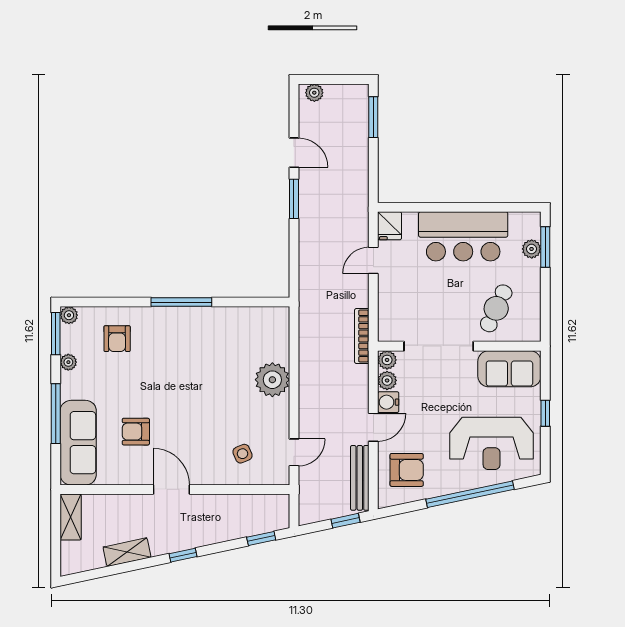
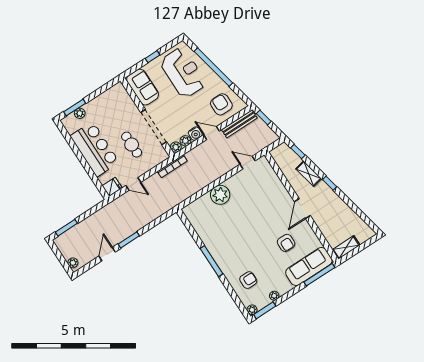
cafe table: (496, 308) -> (132, 145), moved, turned 65
window: (56, 414) -> (319, 275), moved
side table: (242, 454) -> (264, 186), removed
shelving: (127, 552) -> (309, 174), moved

